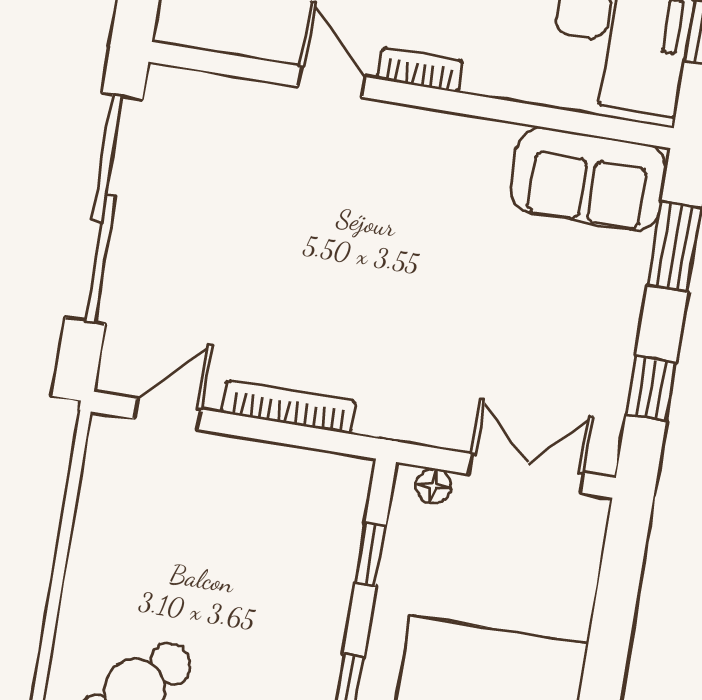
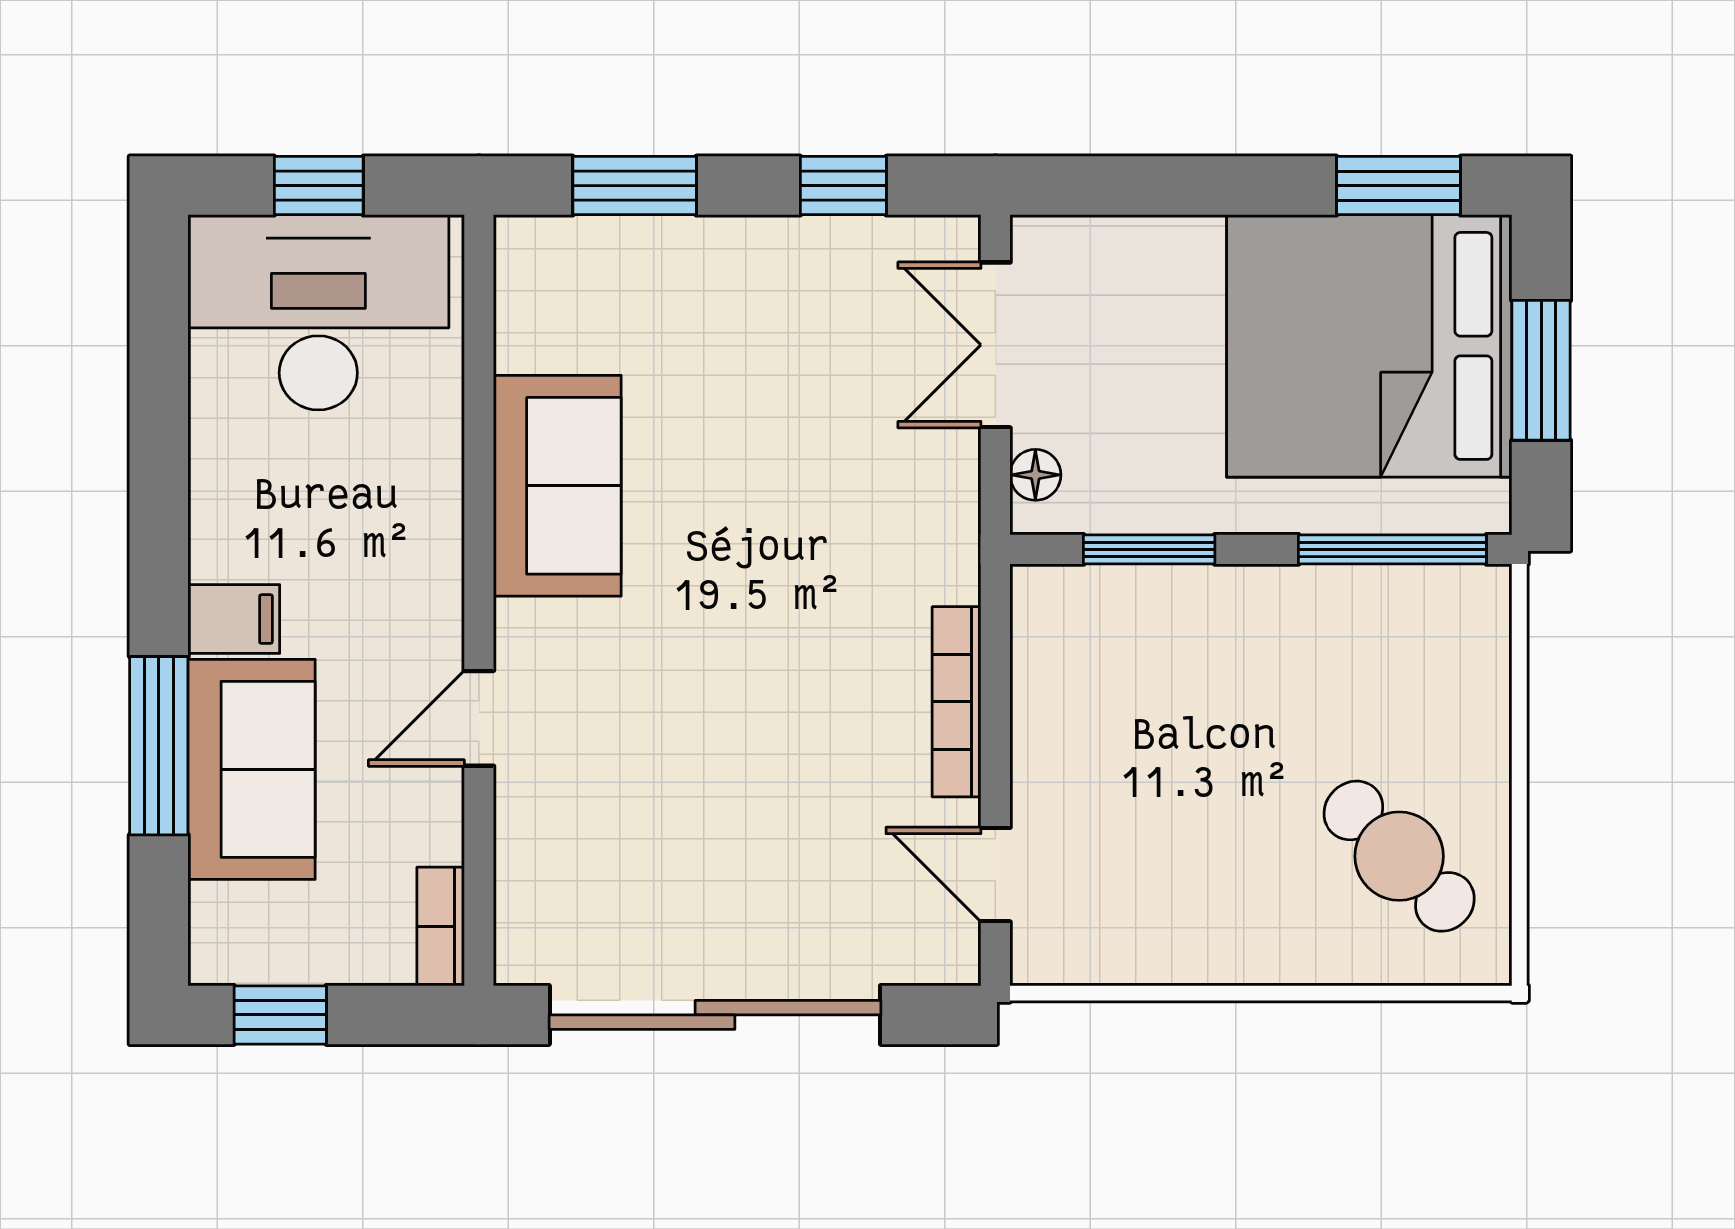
bookcase: (420, 70) -> (441, 926), moved
sofa: (589, 179) -> (557, 486), moved
window: (370, 554) -> (1149, 549), width x1.50

